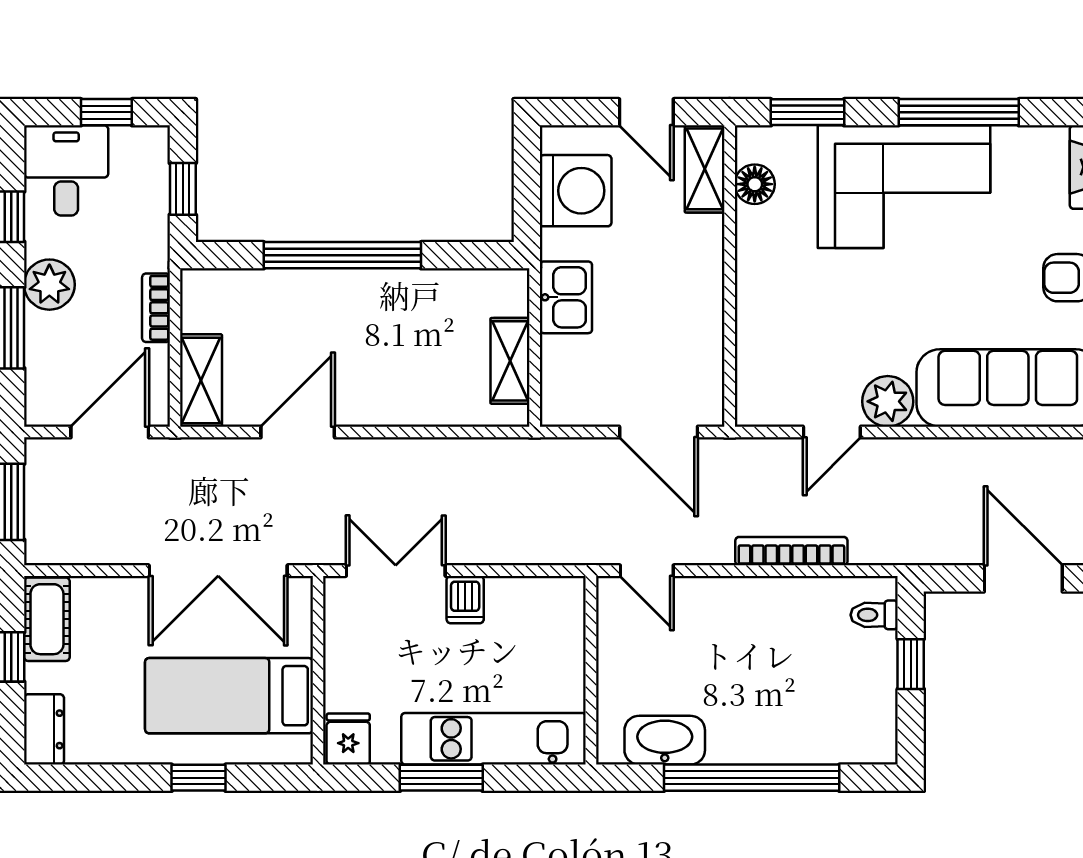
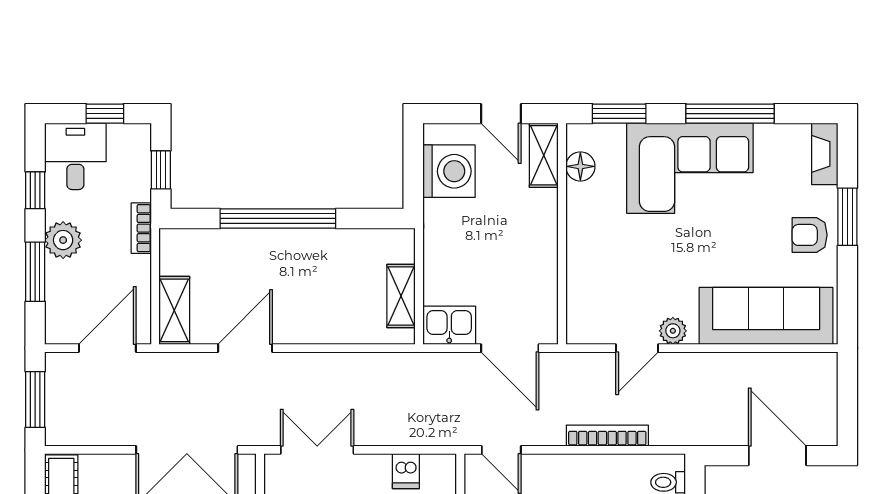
kitchen sink: (566, 297) -> (449, 325), moved, turned -90
bookcase: (156, 308) -> (141, 228), moved
plant: (888, 401) -> (673, 331), width x0.73, depth x0.73
dishwasher: (465, 600) -> (406, 471), moved

